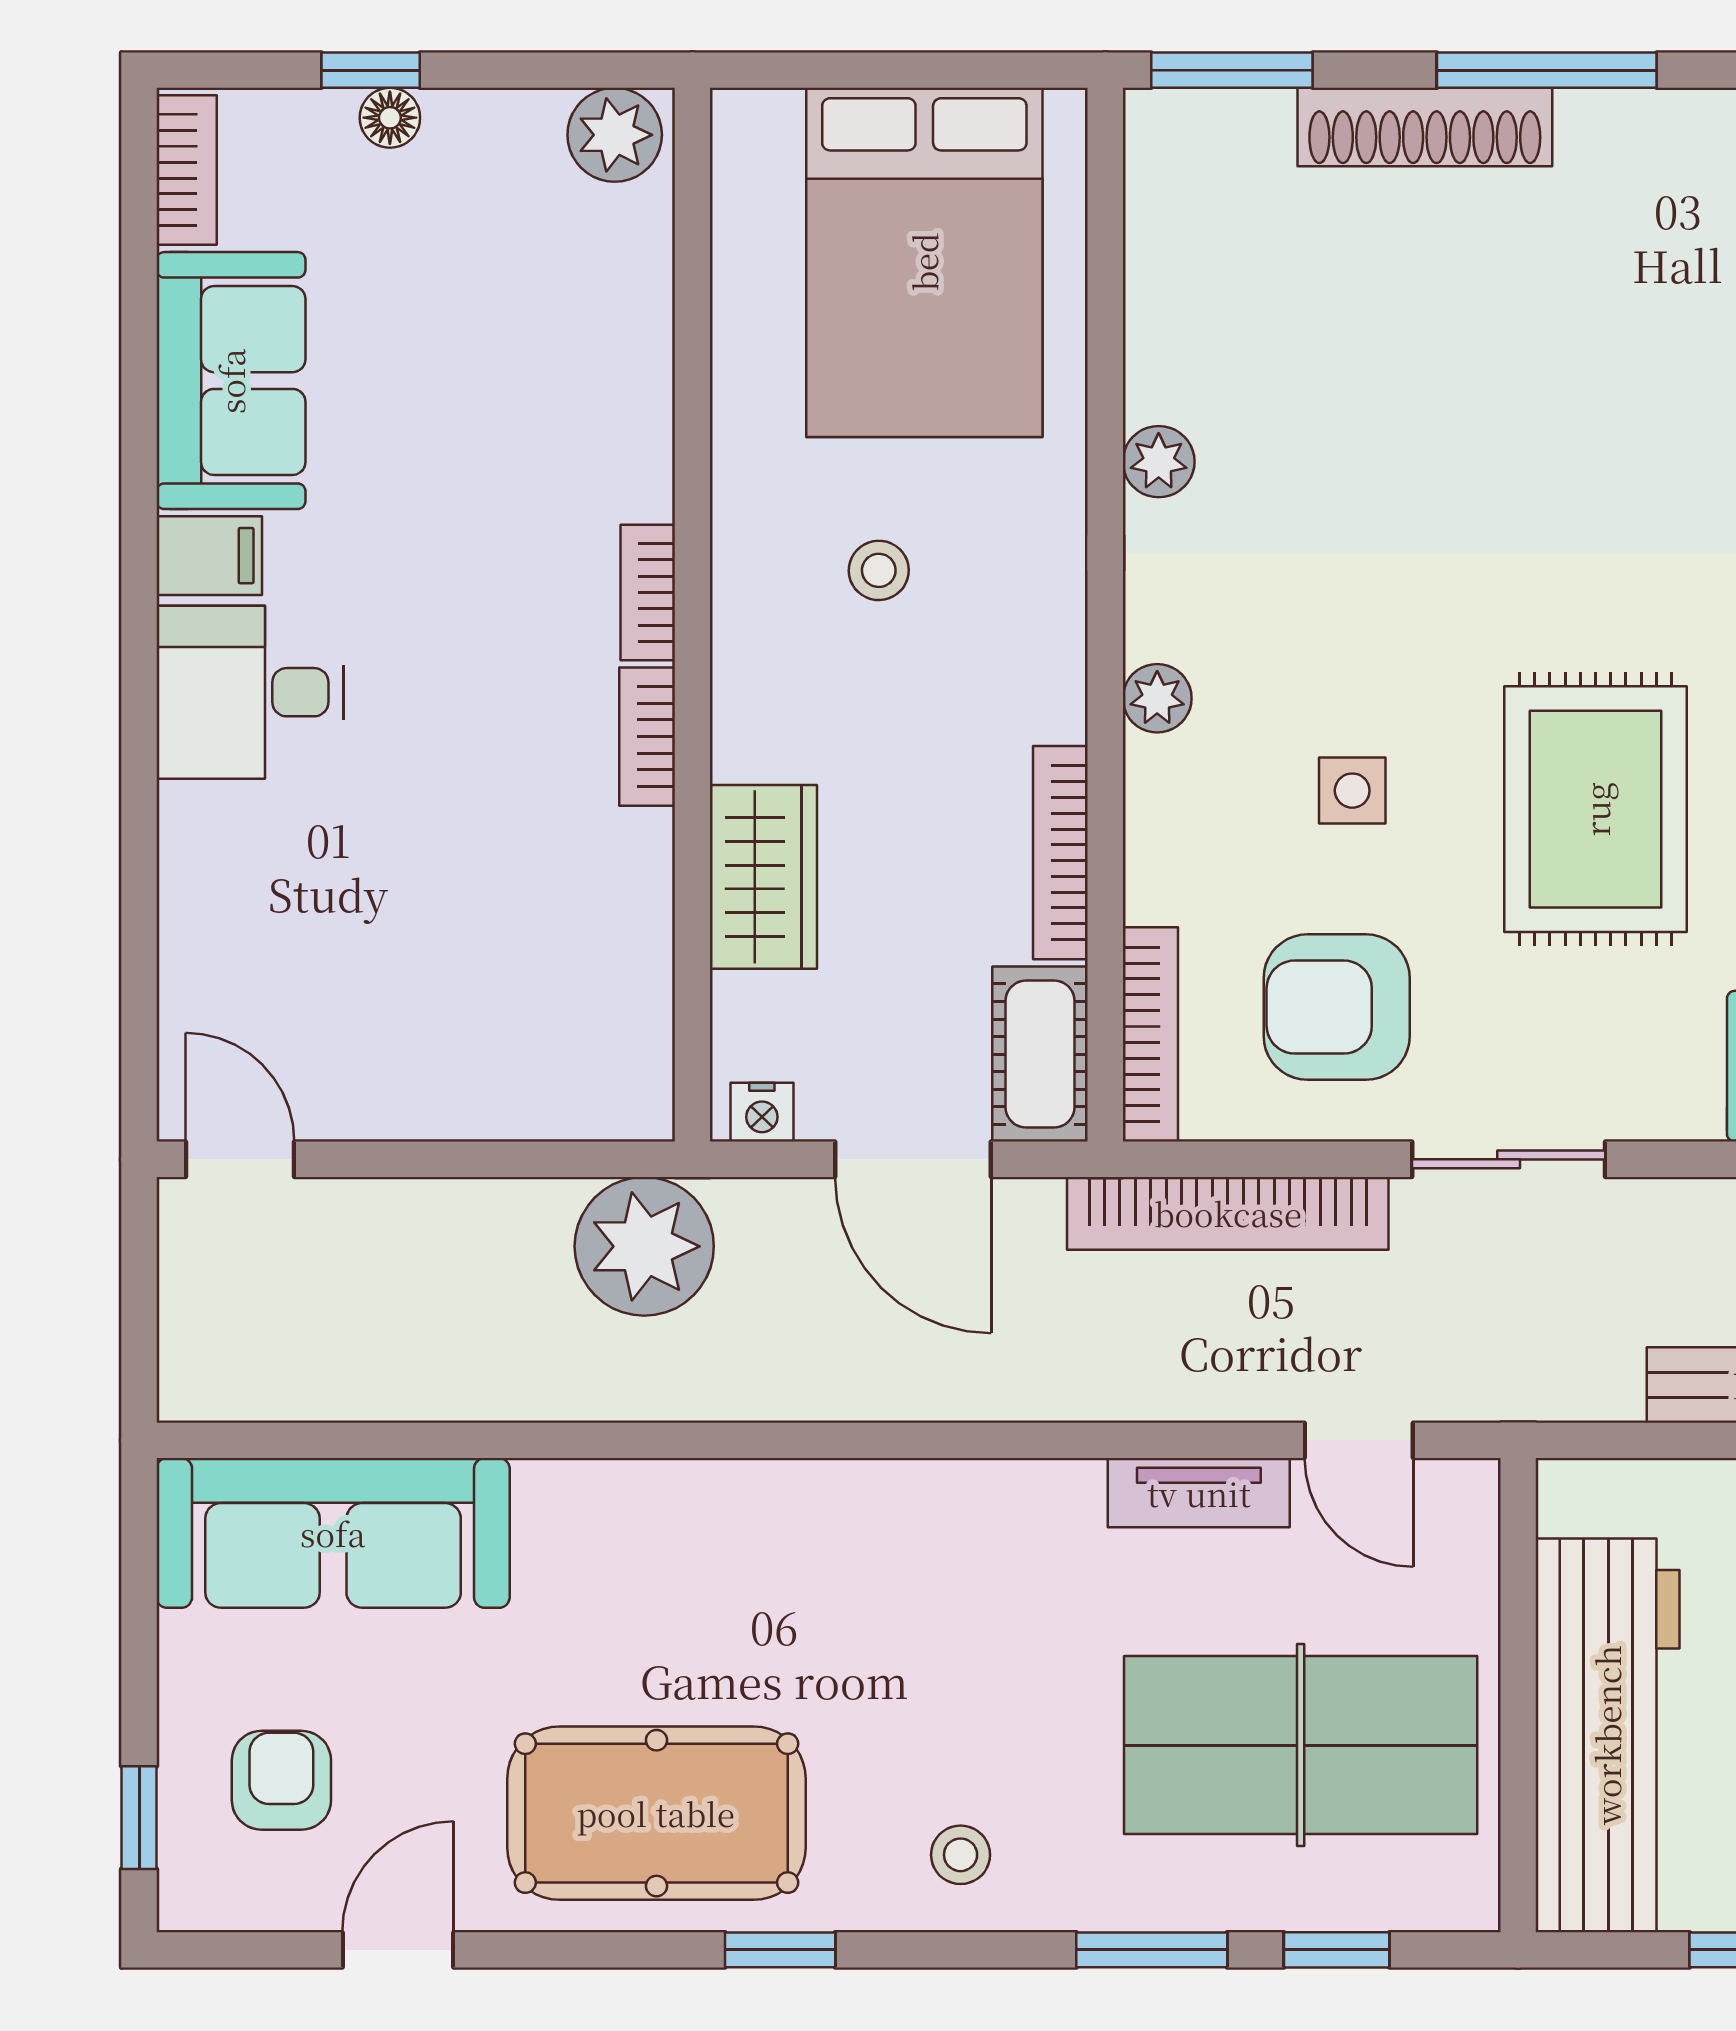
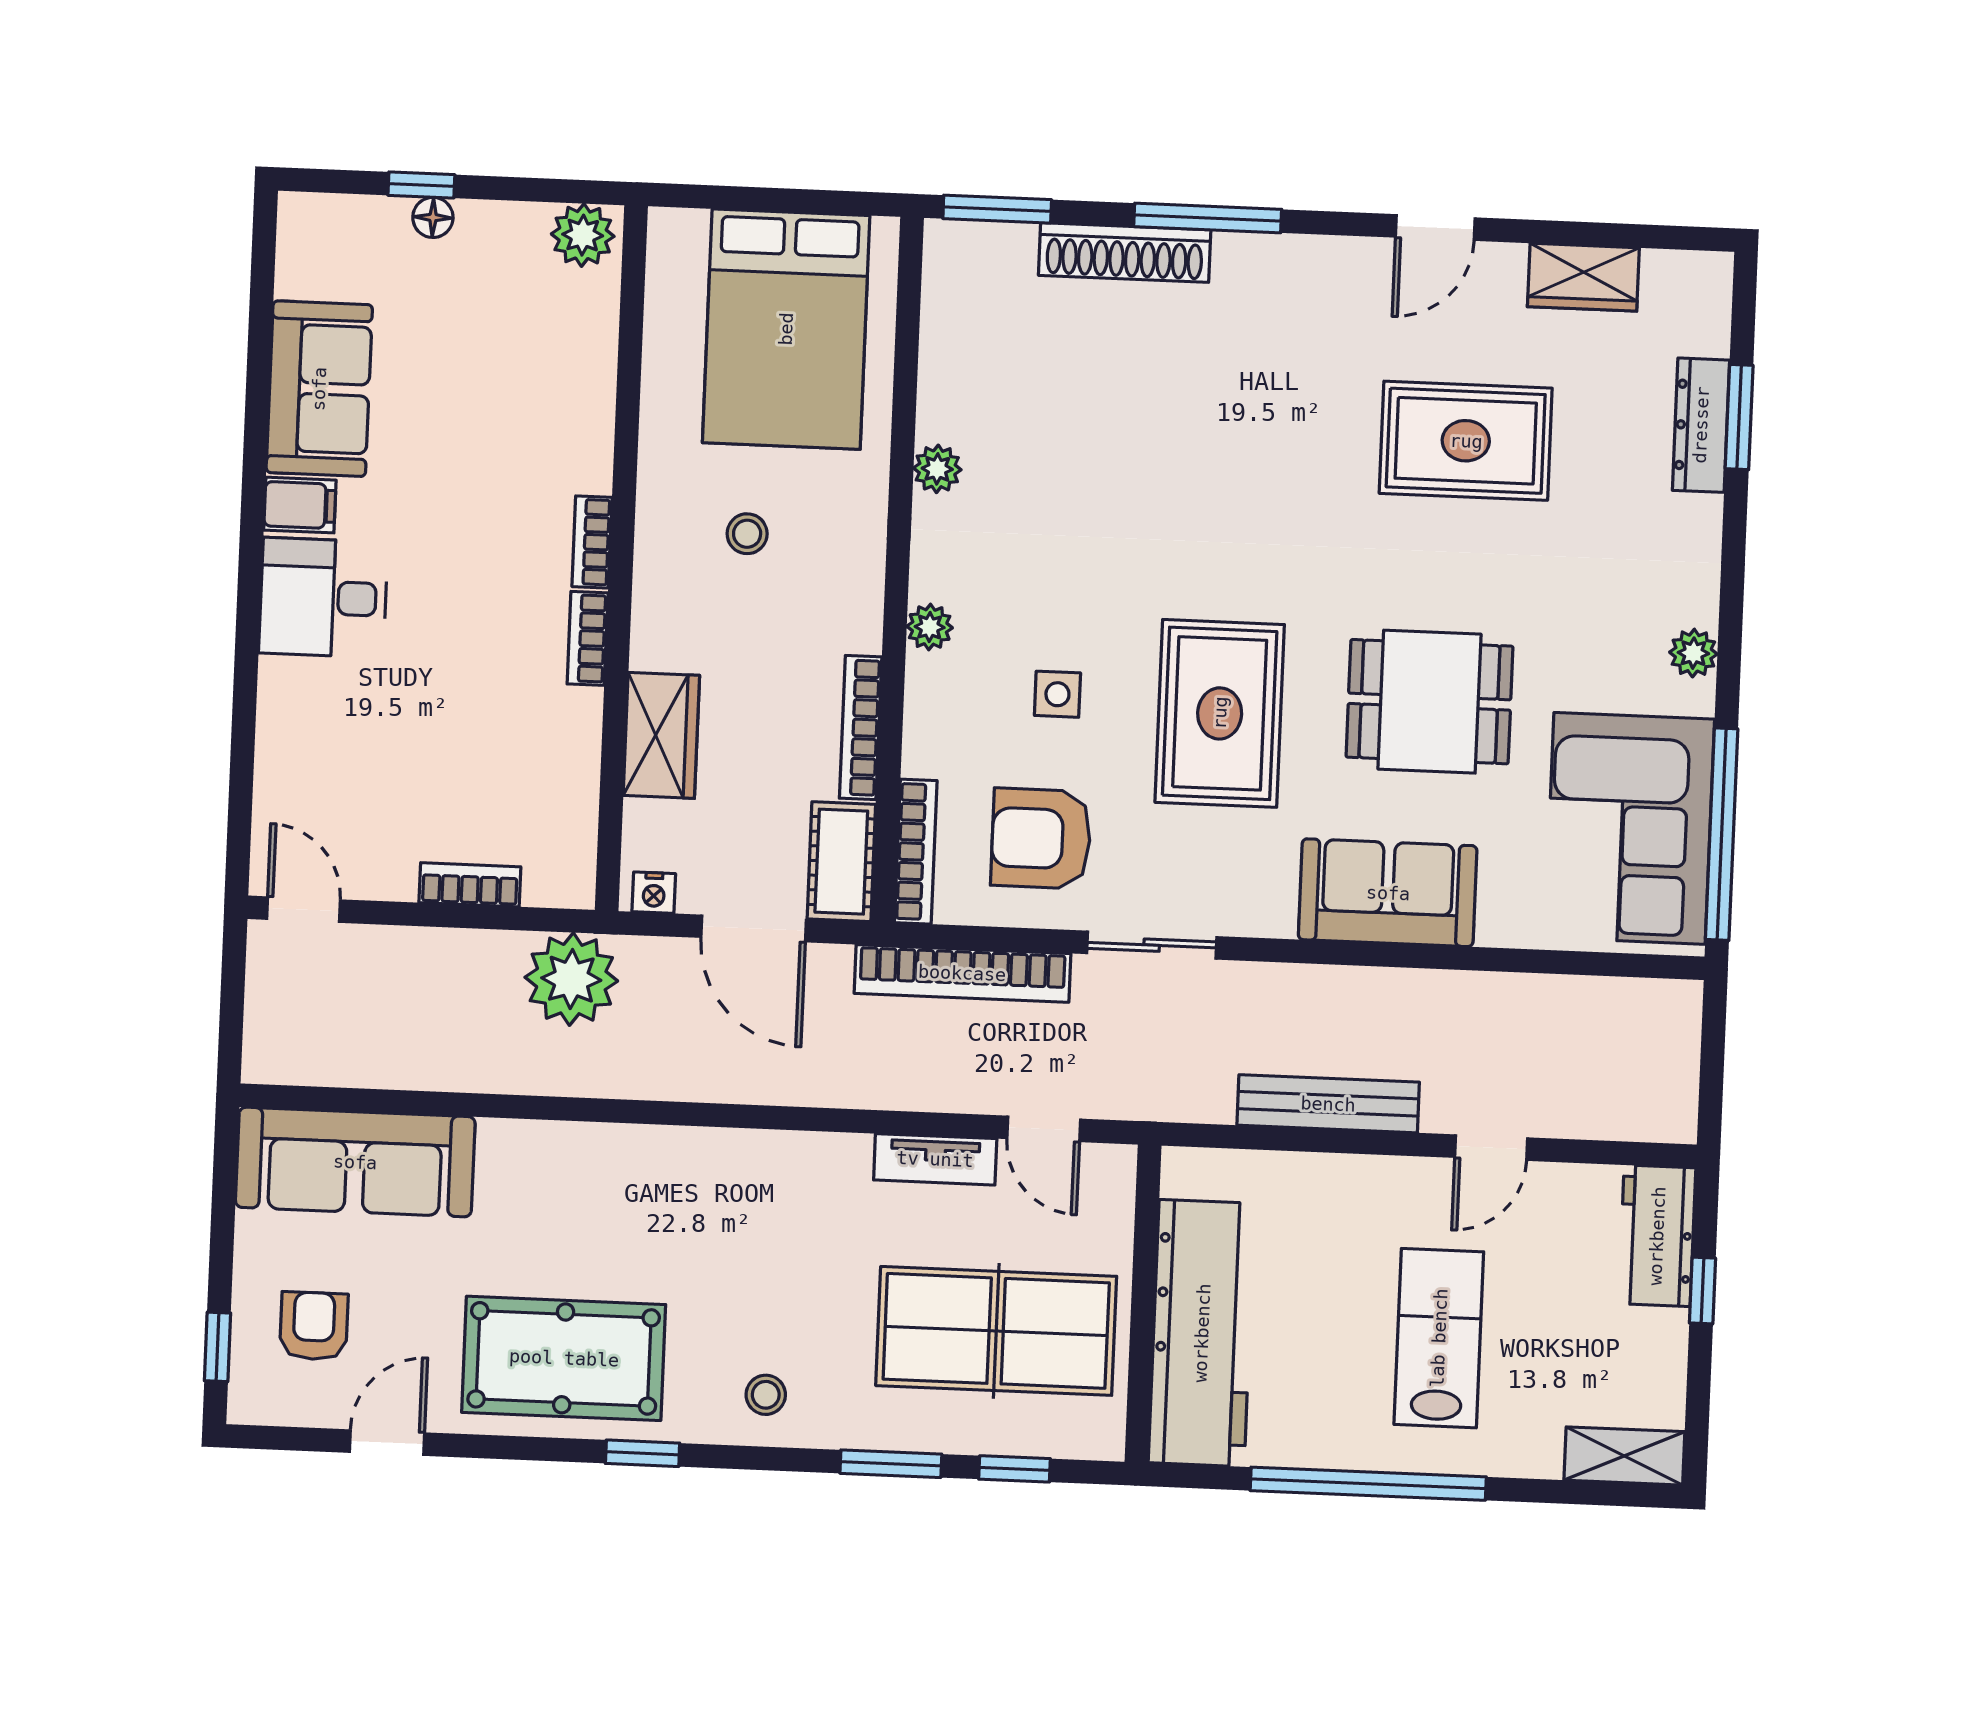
bookcase: (187, 170) -> (470, 885), moved, turned -90

